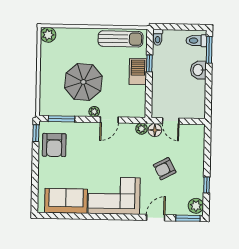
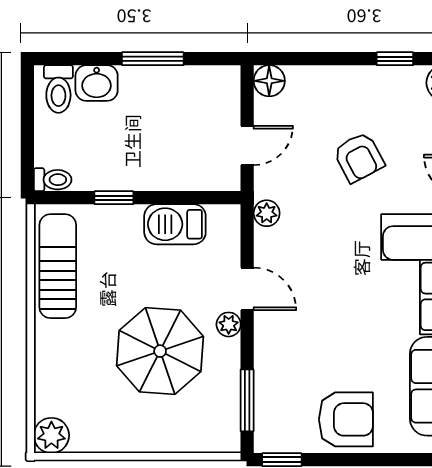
window: (209, 50) -> (153, 59), moved
washbasin: (198, 70) -> (97, 83), moved
barbecue: (138, 72) -> (175, 224), moved
floor lamp: (155, 130) -> (269, 81), moved
armchair: (54, 145) -> (346, 419), moved

